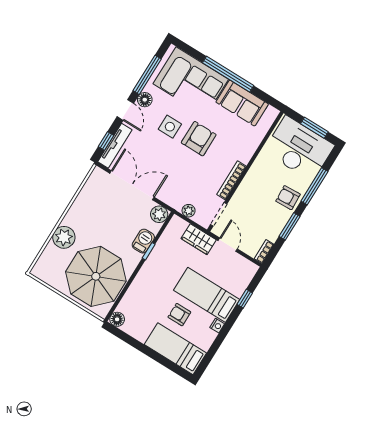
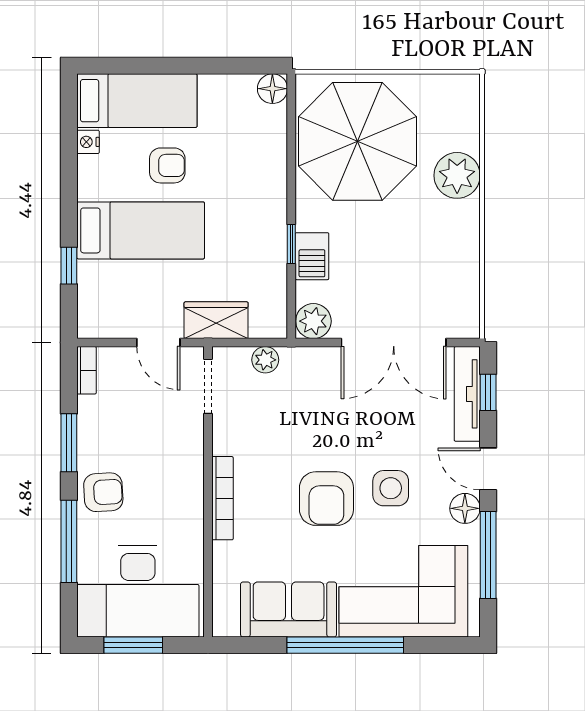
bookcase: (231, 180) -> (222, 498), moved
nightstand: (217, 326) -> (88, 142), moved

